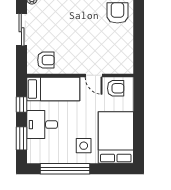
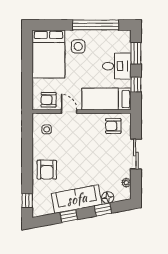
side table: (118, 56) -> (47, 129), added

